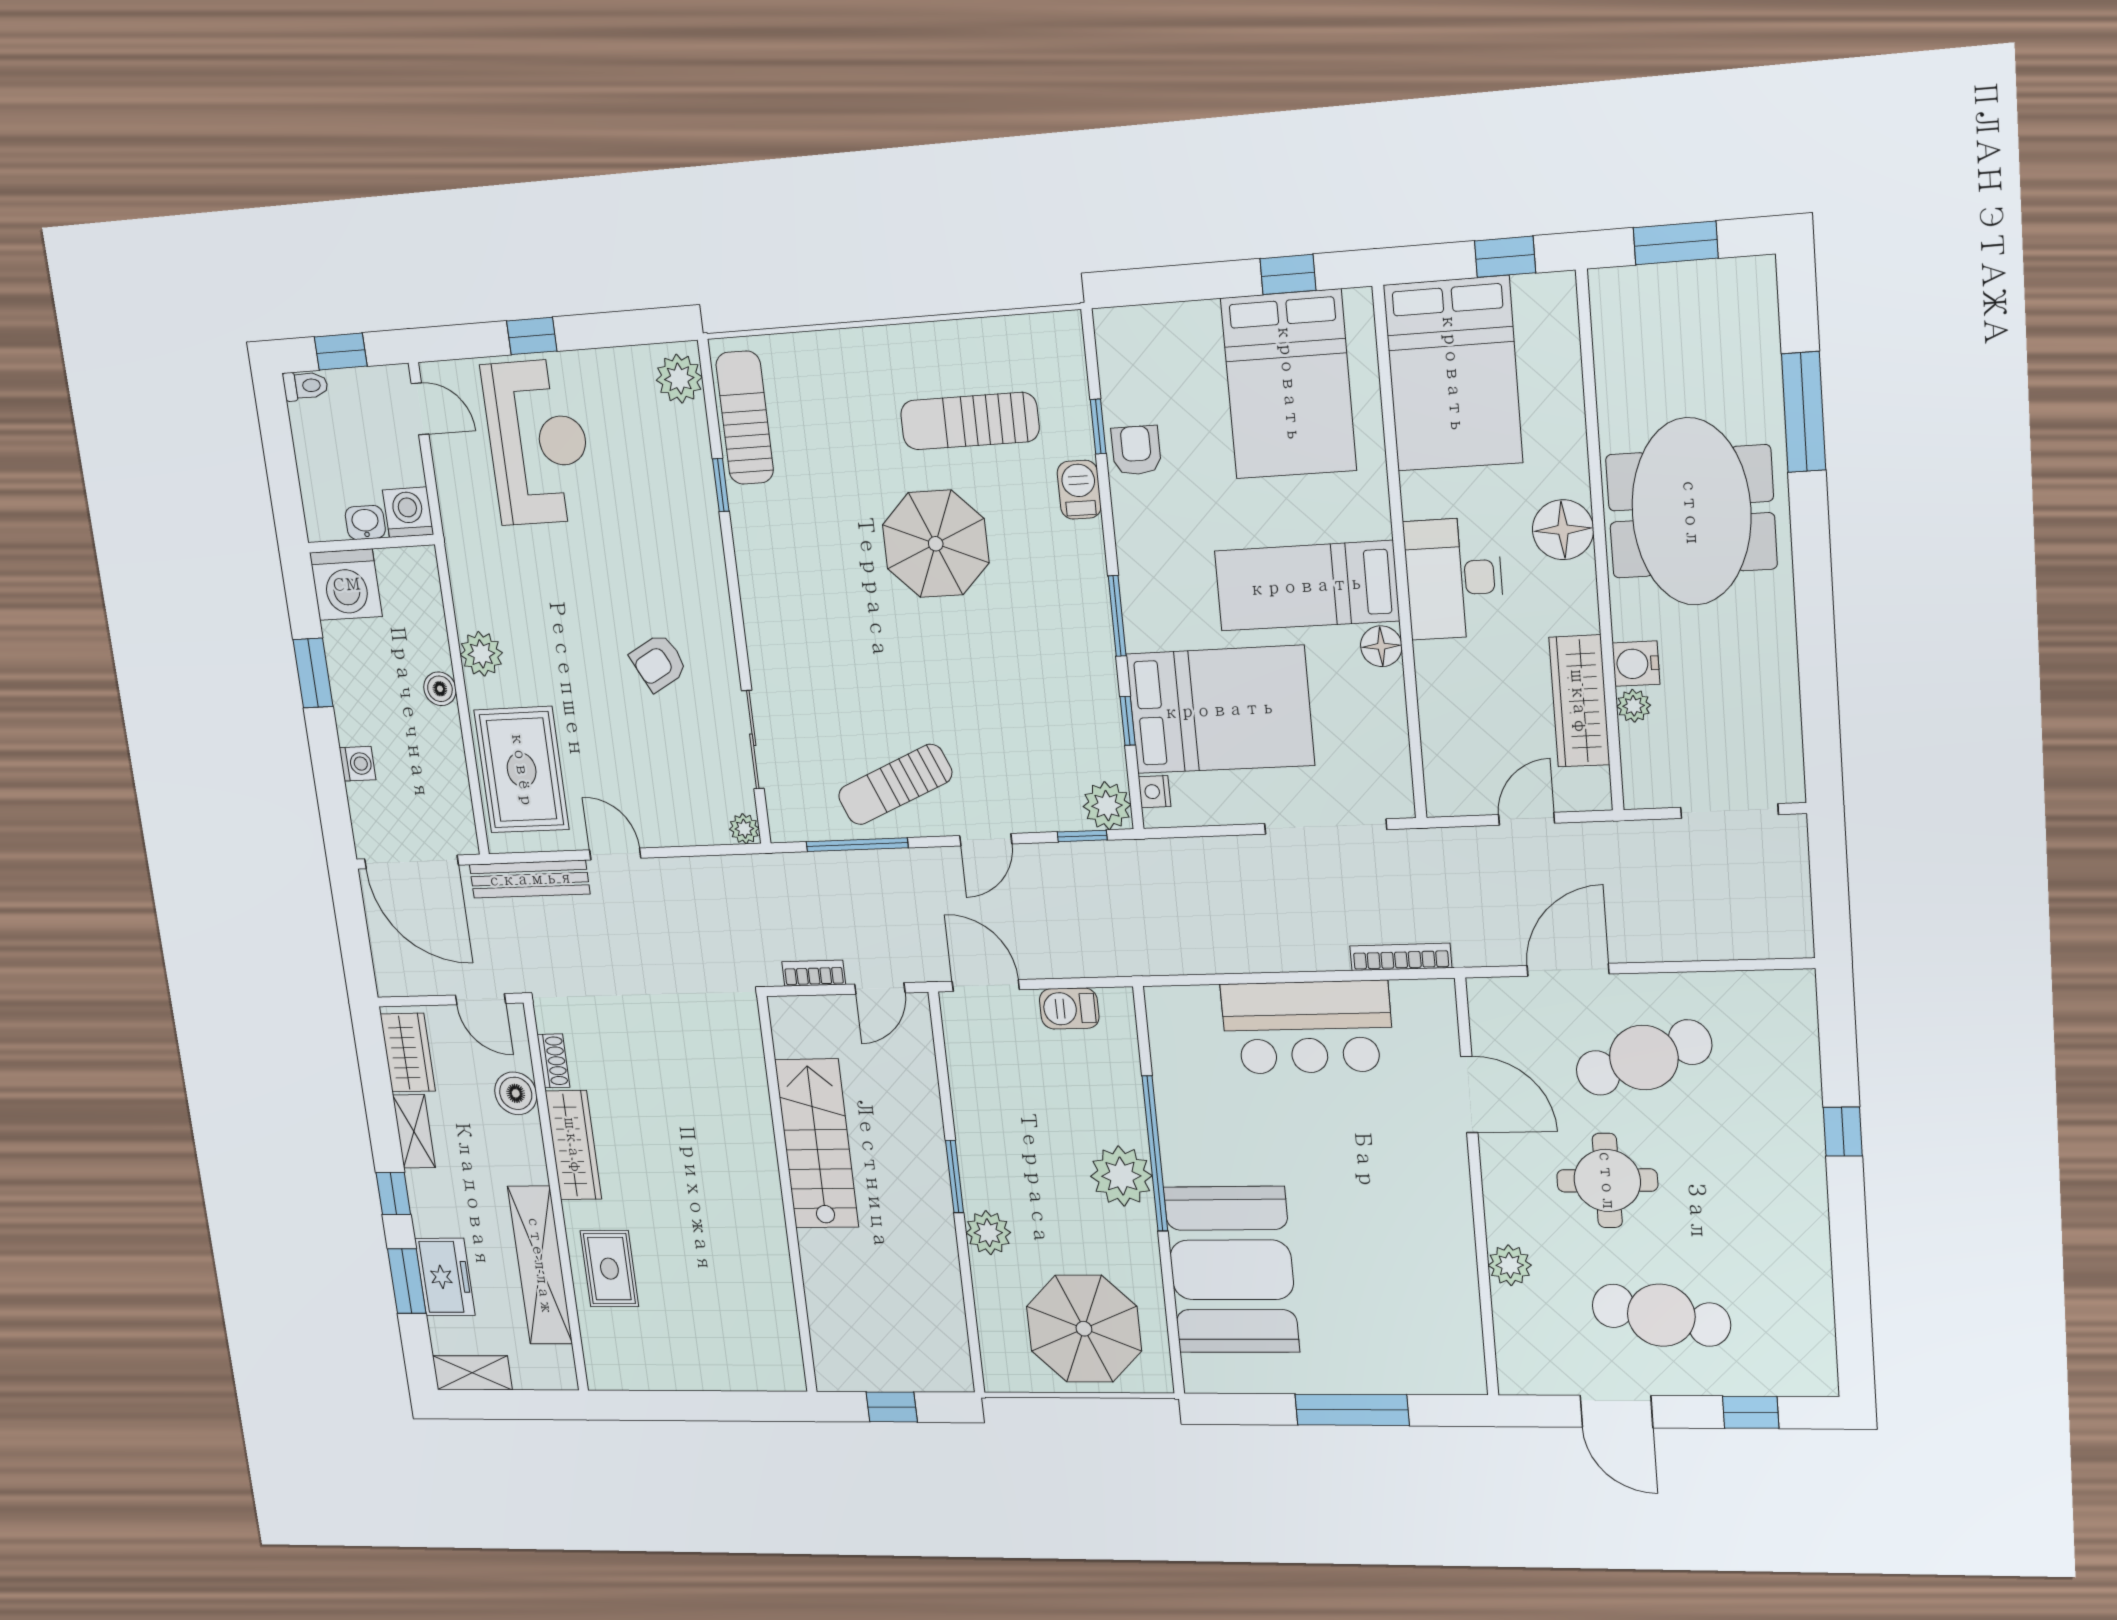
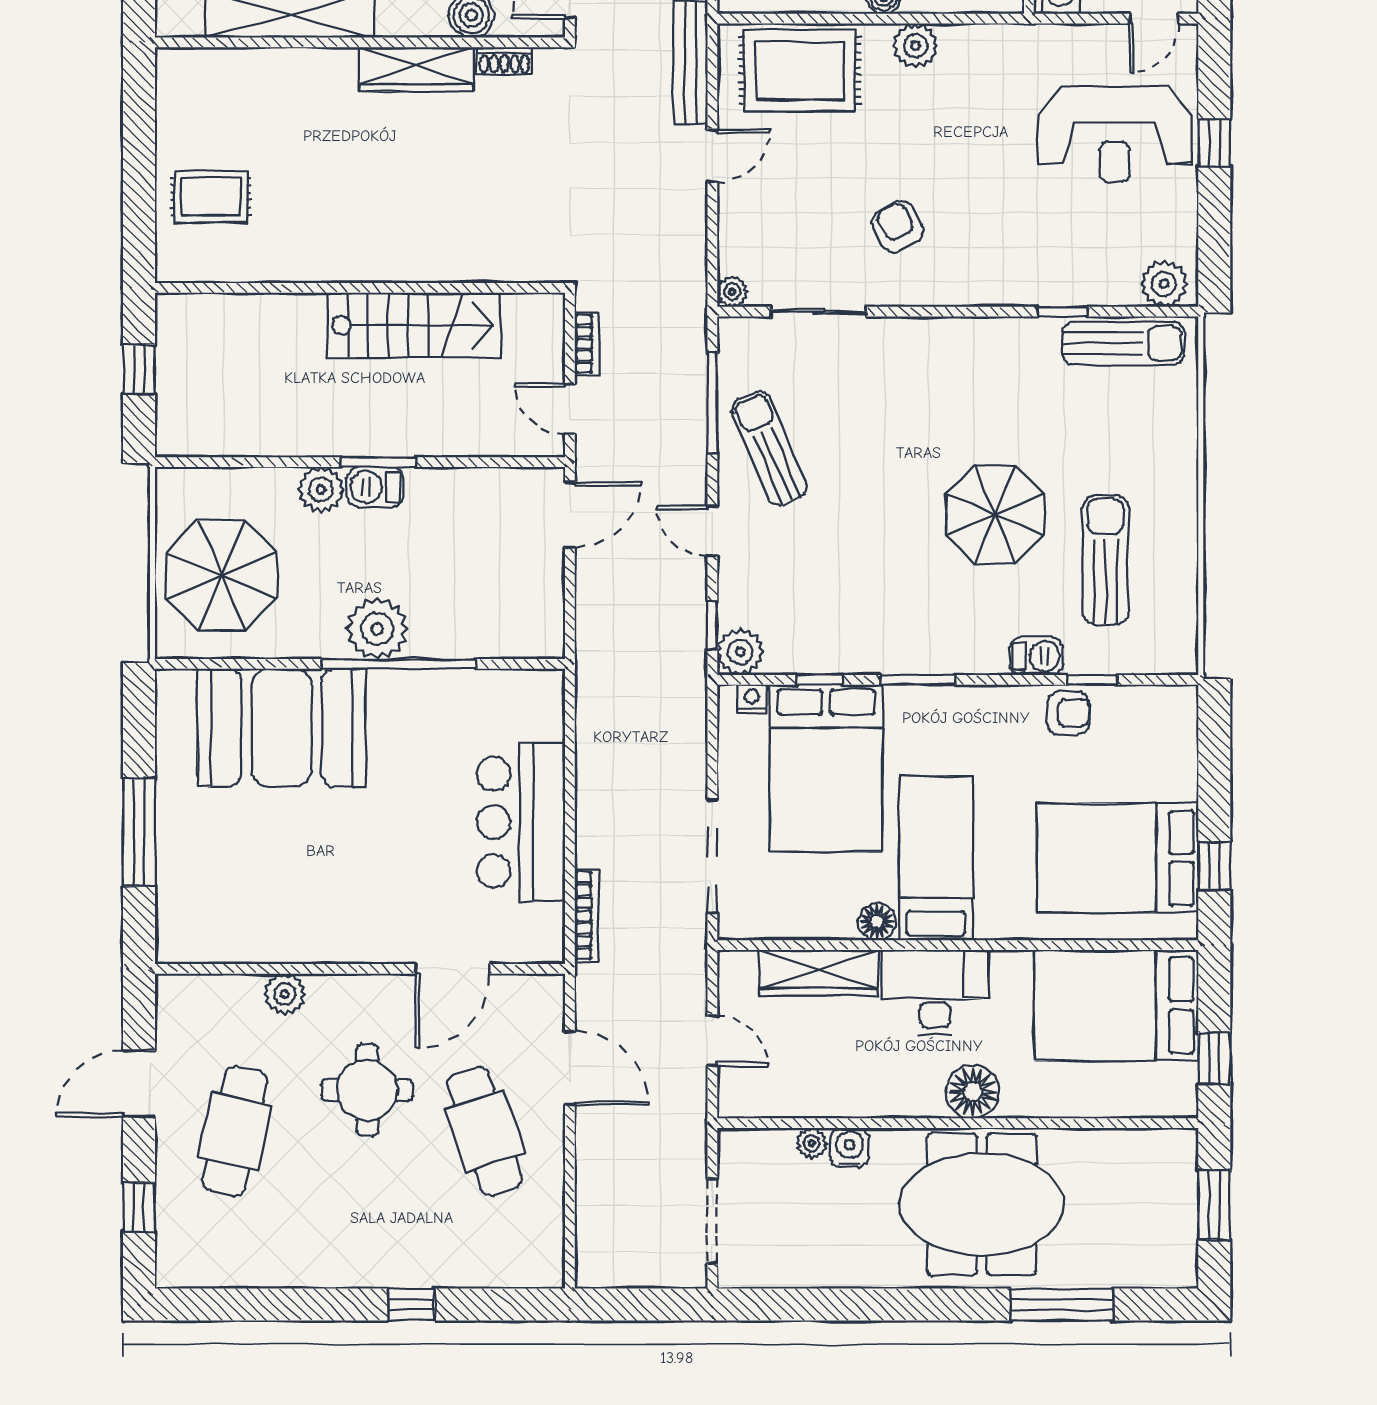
wardrobe: (1579, 701) -> (819, 973), moved, turned 180
barbecue: (1069, 1009) -> (375, 487), moved, turned -90
rug: (609, 1269) -> (211, 196), moved

